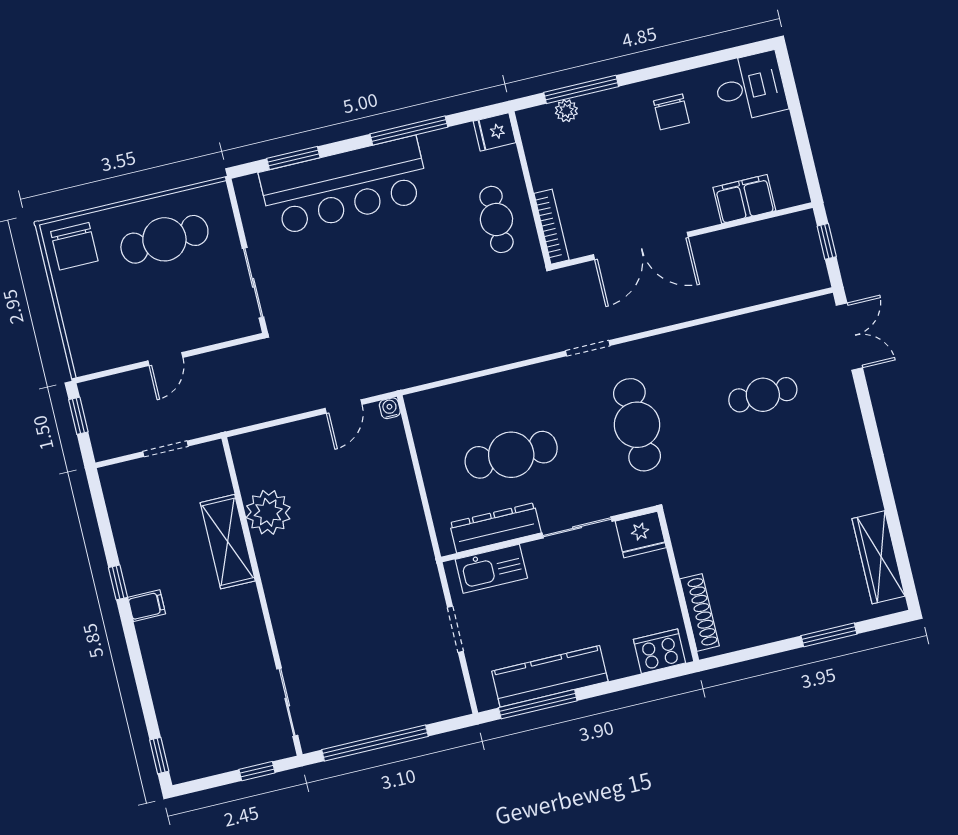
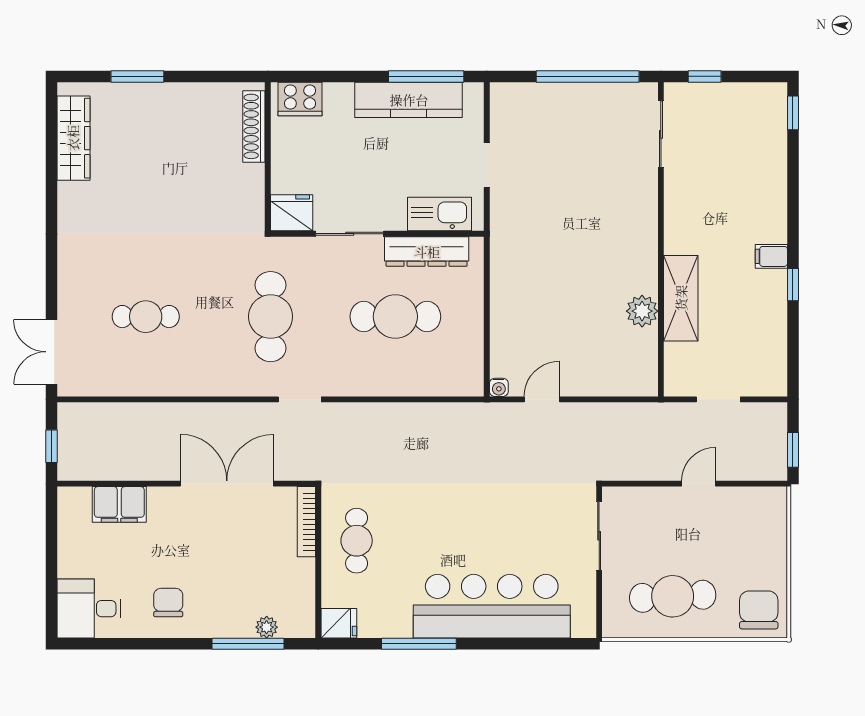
window: (293, 158) -> (533, 644), removed
plant: (268, 512) -> (642, 311), width x0.73, depth x0.73

